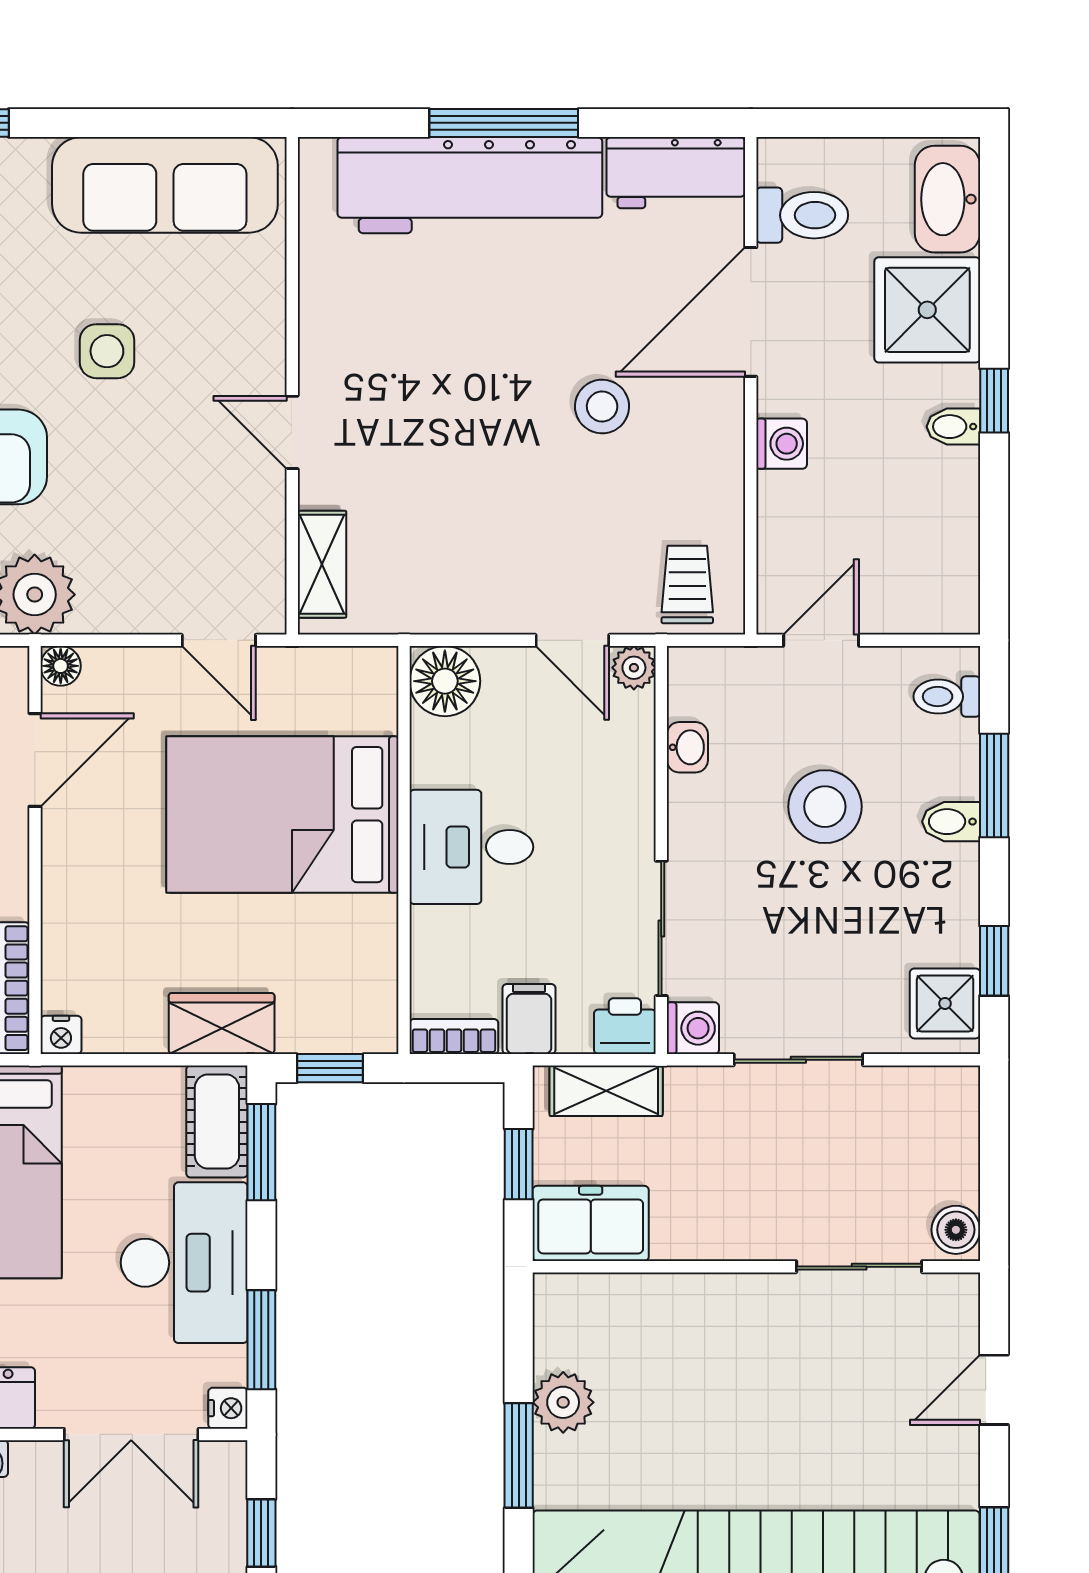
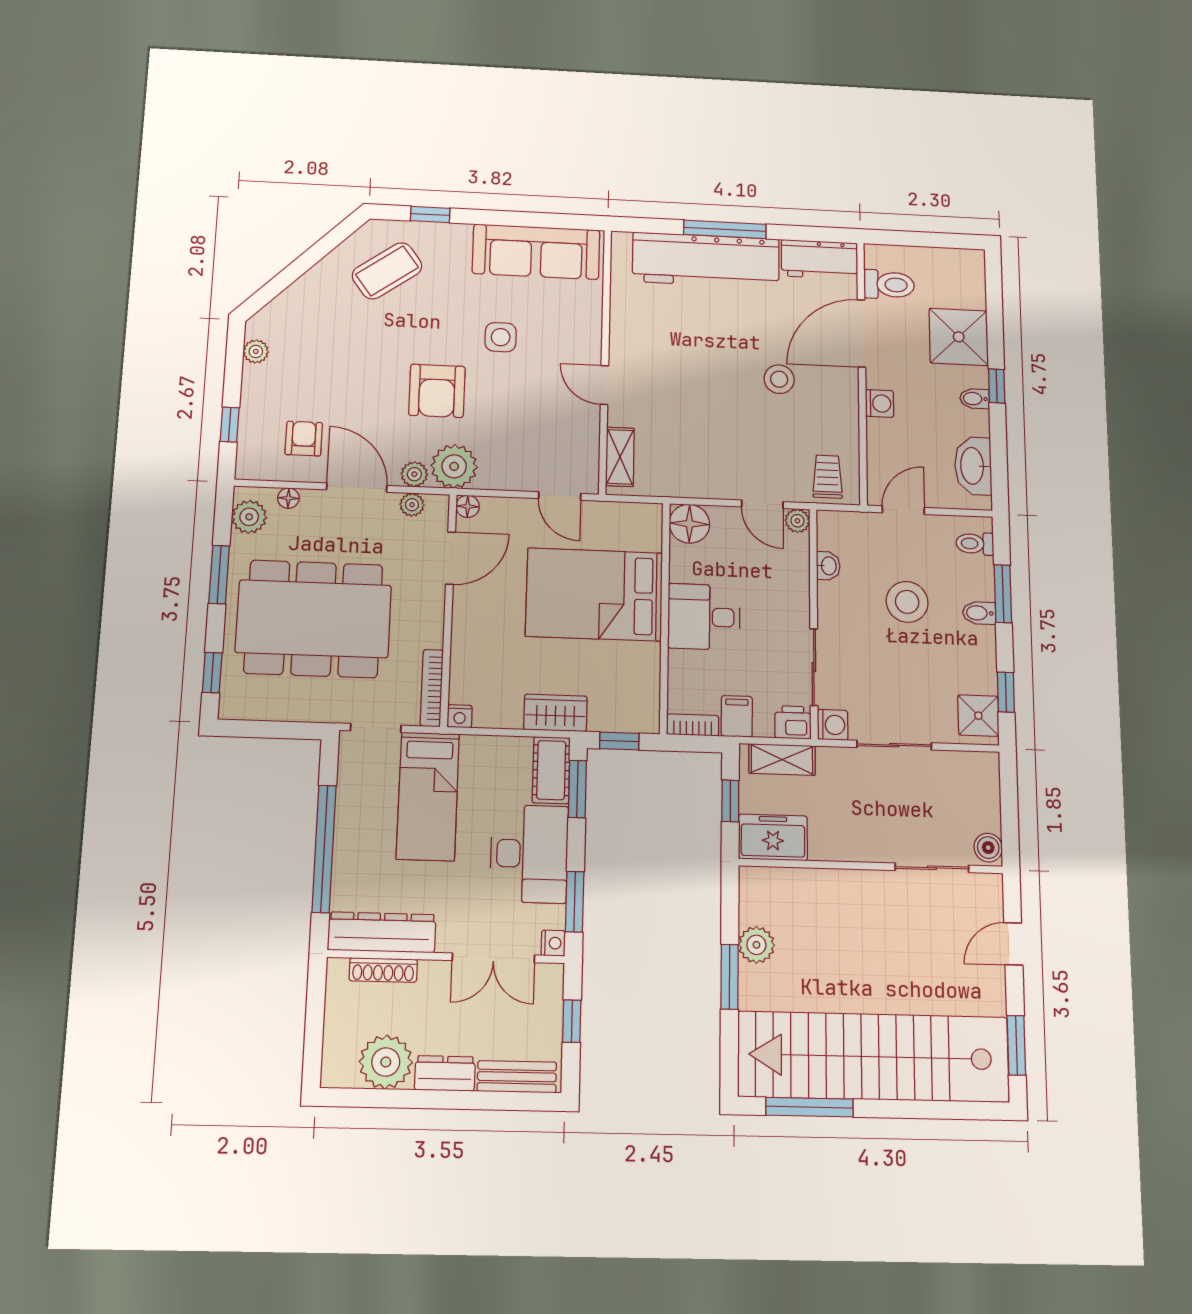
washbasin: (947, 199) -> (973, 466), moved

